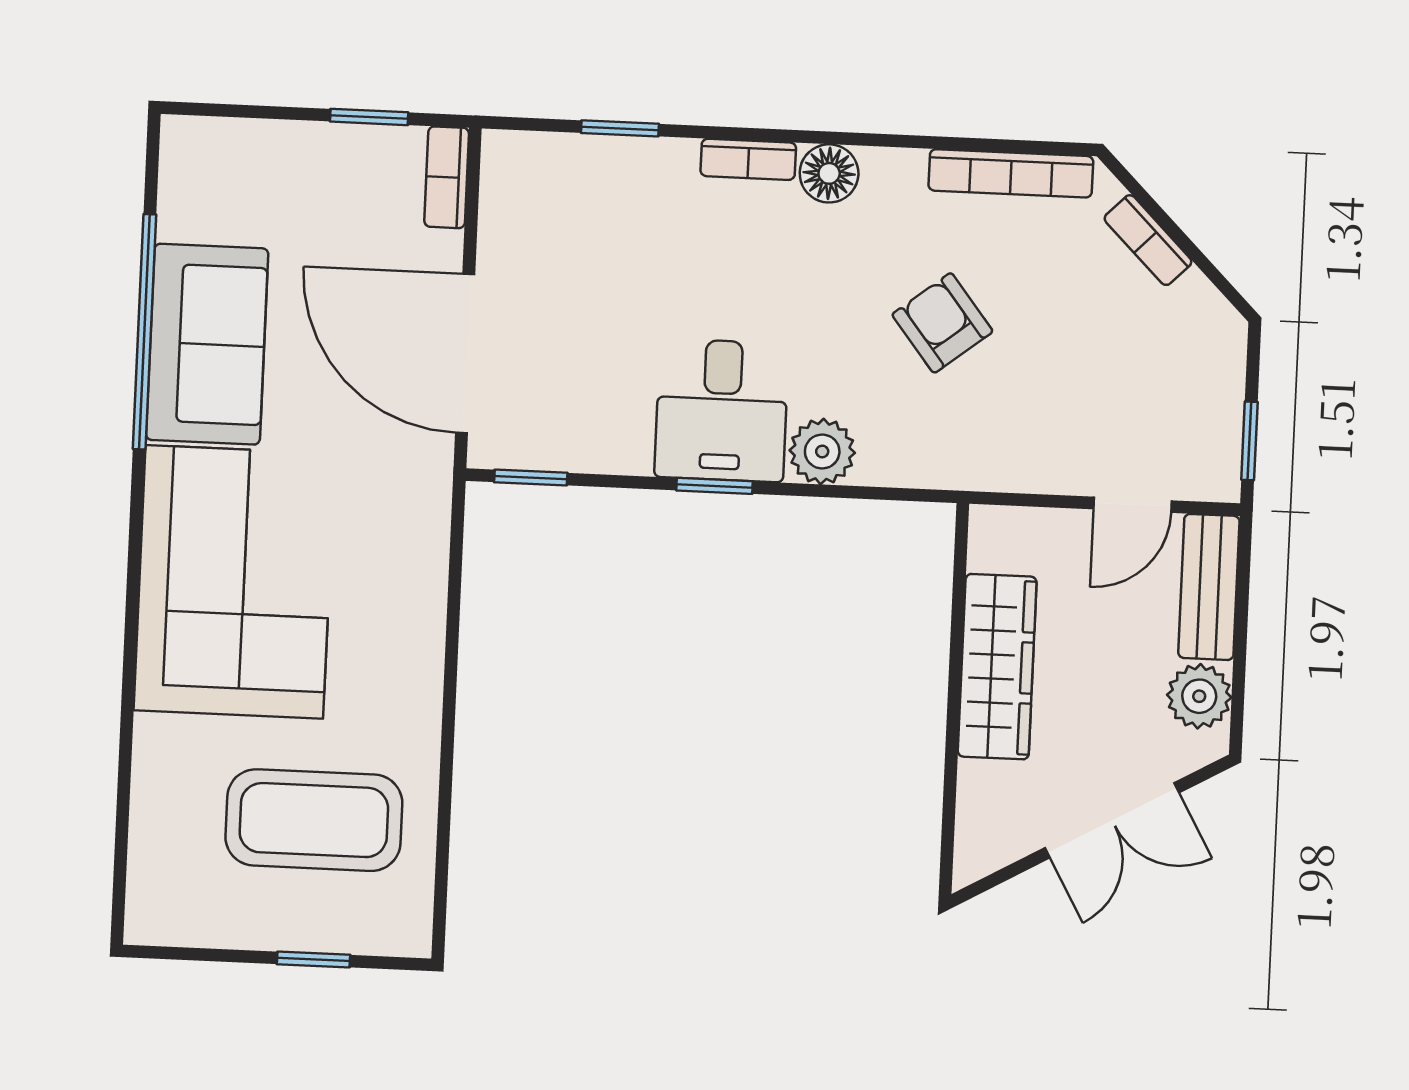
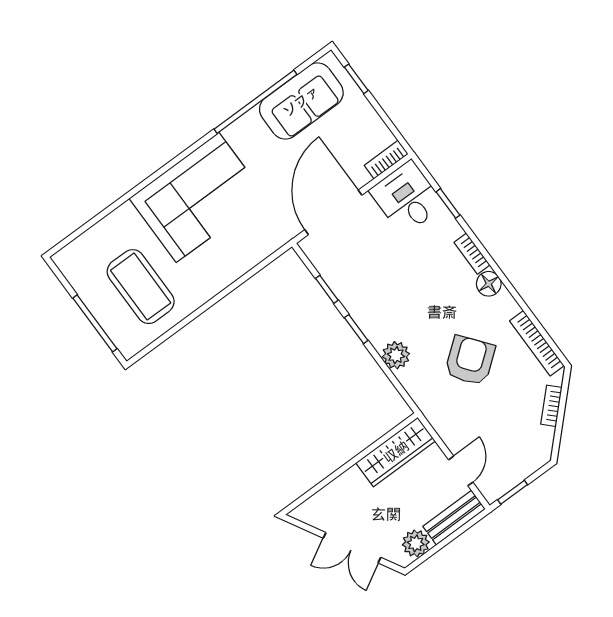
window: (369, 117) -> (356, 79), moved
armchair: (942, 323) -> (470, 361), width x1.38, depth x1.38
sofa: (207, 344) -> (301, 101), moved
desk: (722, 410) -> (407, 198), moved, turned 90
window: (531, 477) -> (327, 289), moved
door: (1133, 505) -> (461, 471), swing flipped
wardrobe: (997, 667) -> (396, 452), moved
window: (313, 960) -> (95, 323), width x2.17

